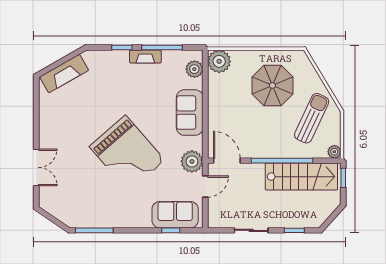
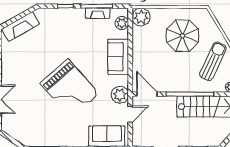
fireplace: (145, 56) -> (98, 13), moved

